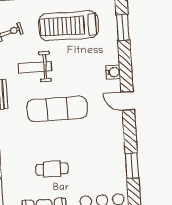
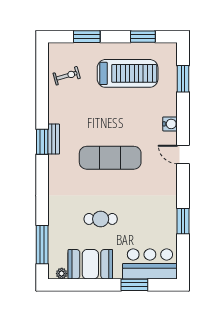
treadmill: (69, 26) -> (128, 73), turned 180
weight bench: (35, 67) -> (90, 113), removed

